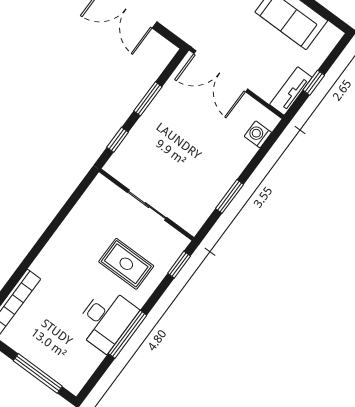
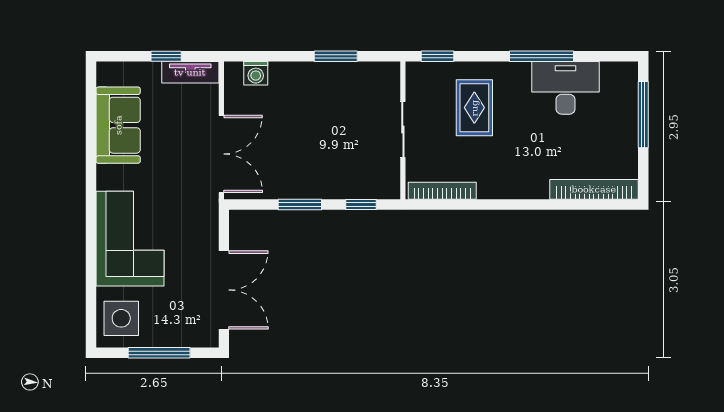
bookcase: (87, 201) -> (442, 191), added
desk: (106, 319) -> (566, 88), moved

